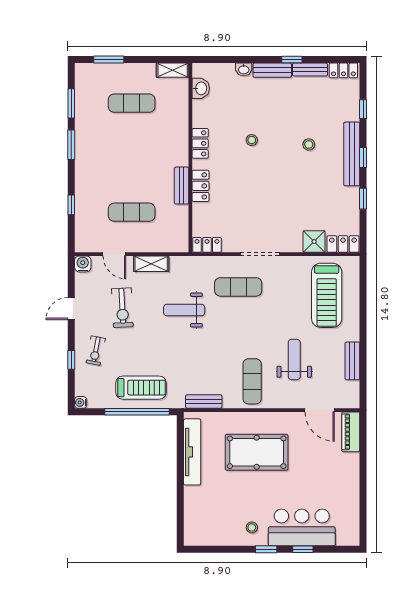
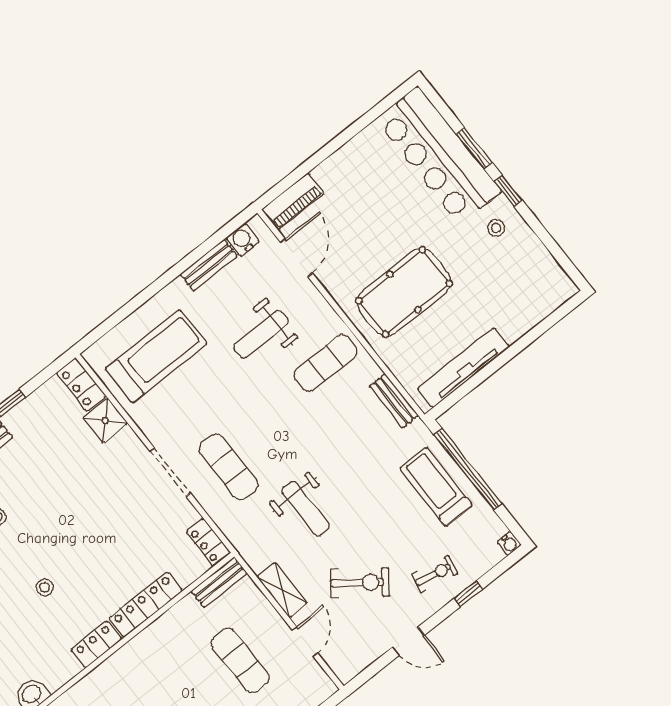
bench: (182, 186) -> (219, 582), moved
locker: (200, 186) -> (146, 605), width x1.53
water cooler: (83, 264) -> (243, 240), moved, turned 90
exercise bike: (122, 308) -> (360, 583), turned 40
pool table: (257, 452) -> (404, 292), turned 90
bar counter: (302, 527) -> (439, 156), width x1.36
window: (303, 549) -> (474, 148), width x1.50

